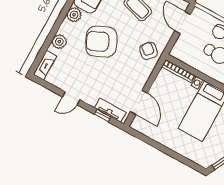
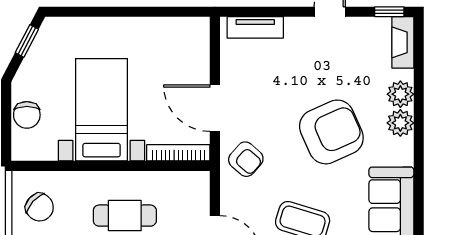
plant: (74, 15) -> (400, 123), moved
door: (139, 102) -> (215, 108), moved
window: (103, 116) -> (389, 12), moved

